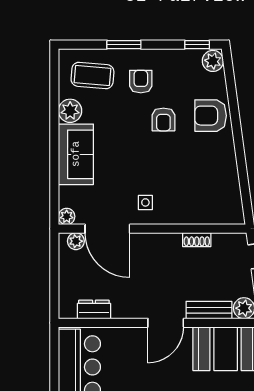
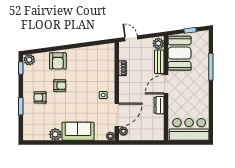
coffee table: (92, 75) -> (37, 123), removed
dresser: (94, 309) -> (159, 105), moved
door: (166, 323) -> (166, 84), swing flipped

